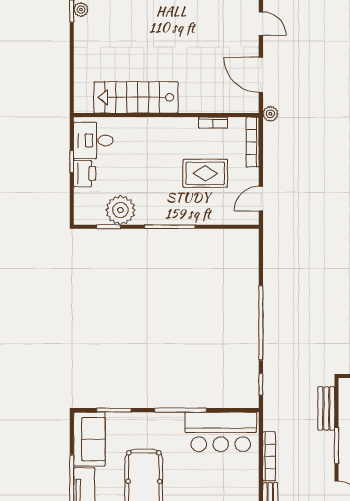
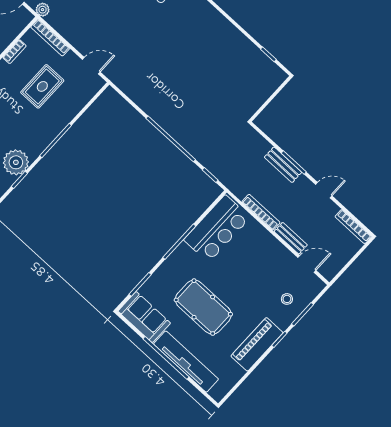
door: (261, 199) -> (91, 66), swing flipped
bench: (326, 408) -> (283, 165), moved

